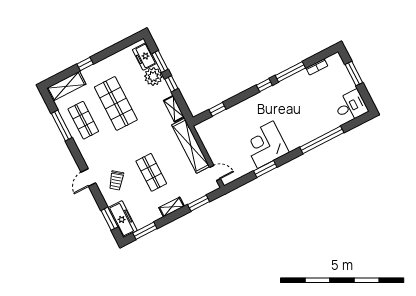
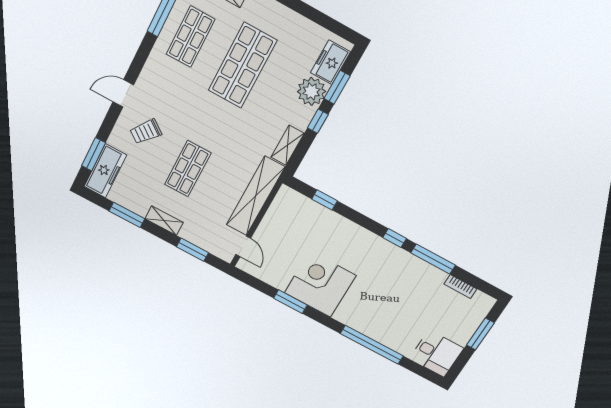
window: (145, 231) -> (127, 215), moved

